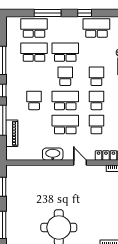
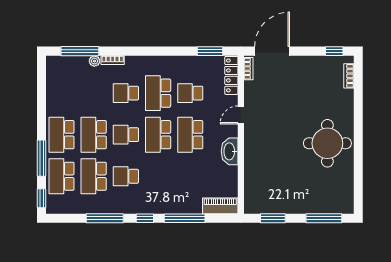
window: (85, 13) -> (42, 198), moved
school desk: (96, 28) -> (62, 135), moved
school desk: (34, 100) -> (126, 176), moved
school desk: (96, 100) -> (158, 93), width x1.85
piano: (12, 133) -> (220, 206), moved

